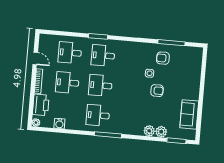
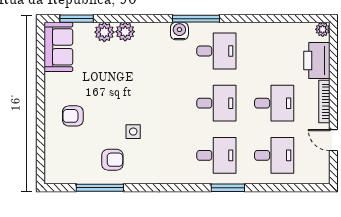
armchair: (157, 91) -> (73, 116), moved
sofa: (189, 114) -> (58, 47), moved
water cooler: (59, 124) -> (179, 31), moved

